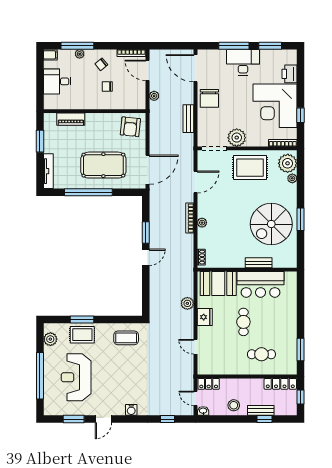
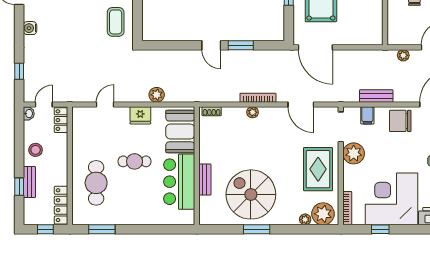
filing cabinet: (205, 126) -> (367, 115), added
armchair: (130, 127) -> (366, 27), removed
cafe table: (261, 354) -> (96, 183), width x1.37, depth x1.35

